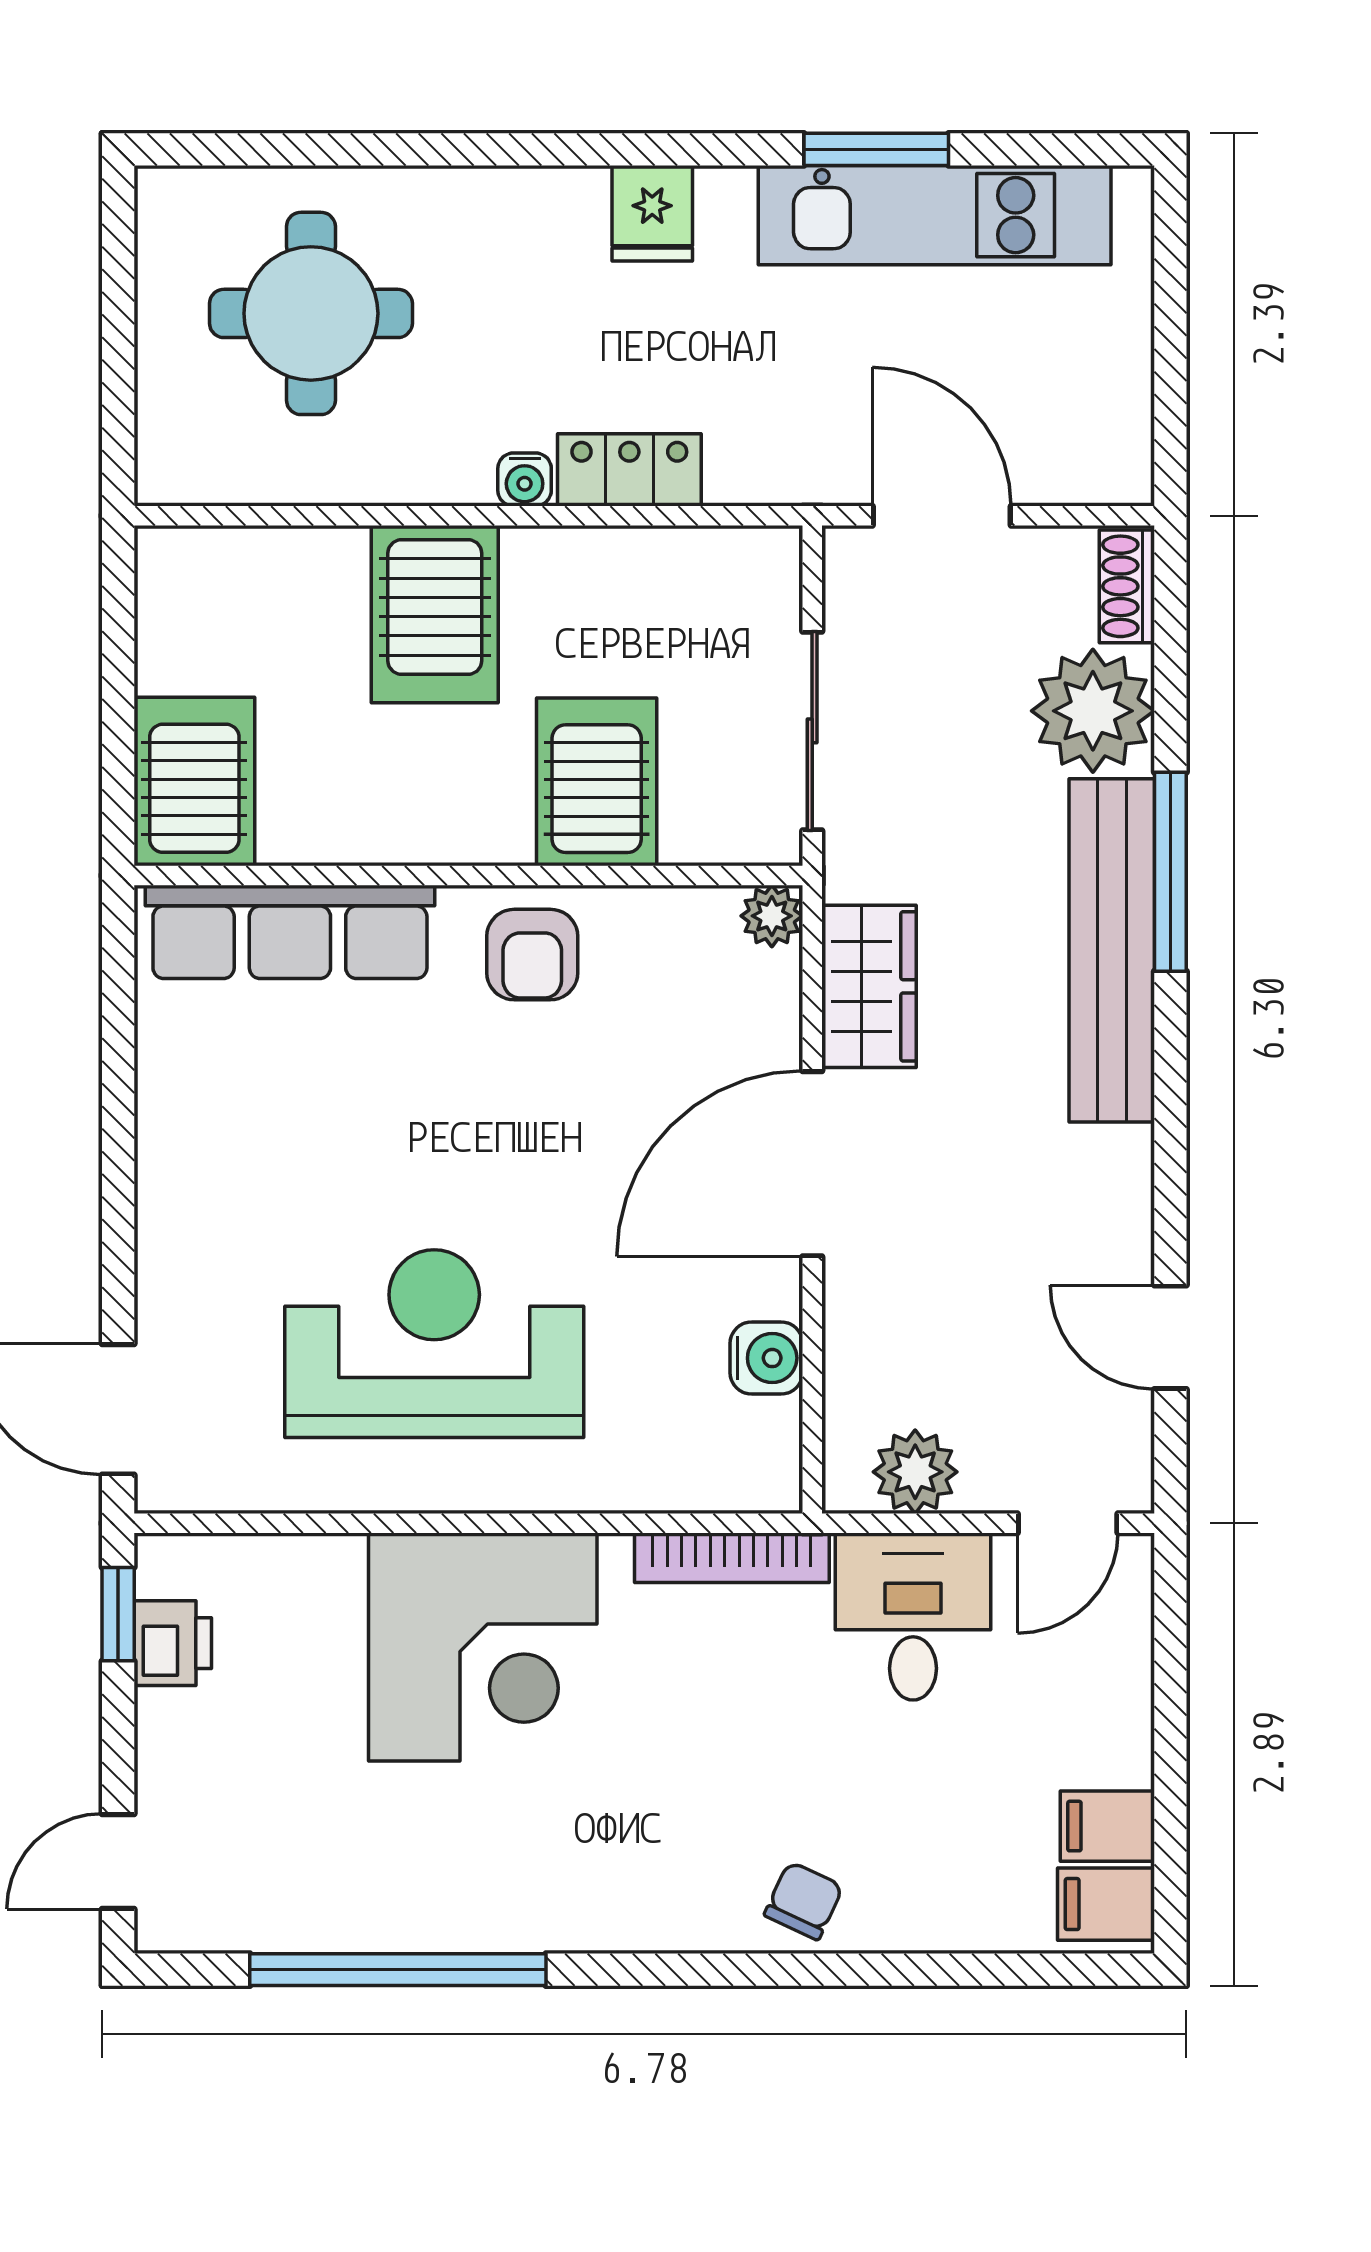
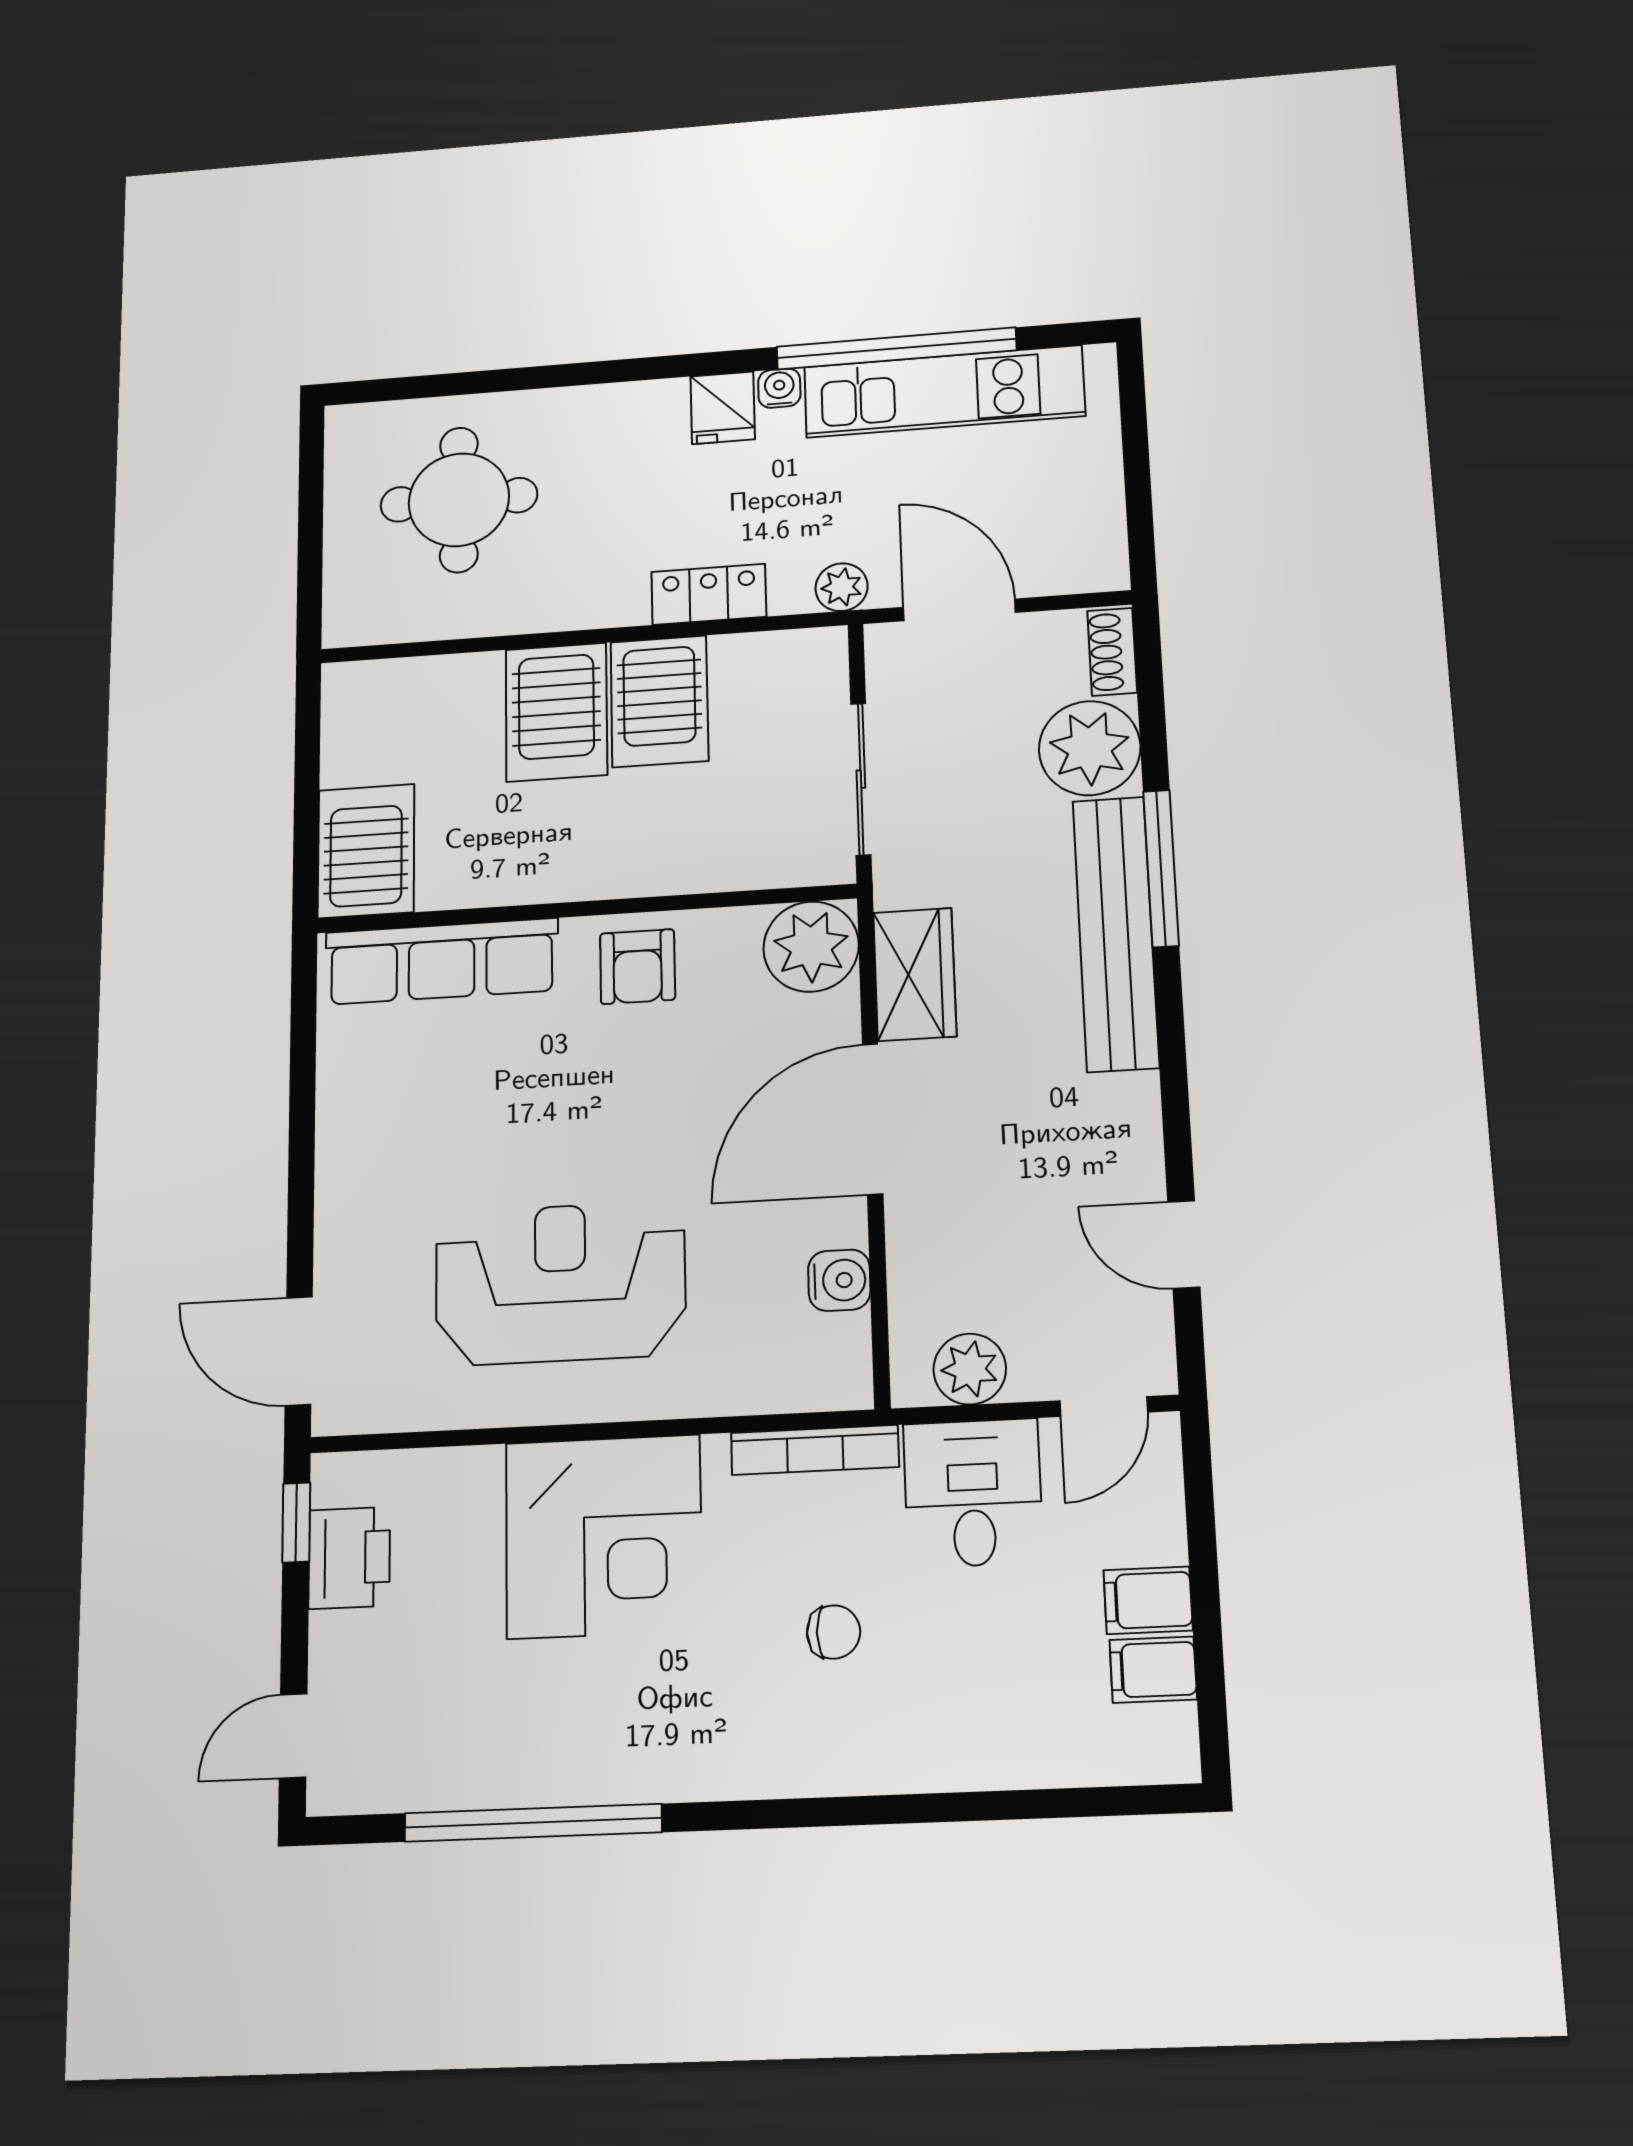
window: (876, 149) -> (896, 349), width x2.11
plant: (796, 474) -> (841, 587), added
water cooler: (525, 479) -> (779, 388), moved, turned 180
server rack: (597, 782) -> (659, 701), moved, turned 180
plant: (772, 916) -> (811, 947), width x1.88, depth x1.88
printer: (173, 1643) -> (349, 1558), width x1.36, depth x1.24
chair: (804, 1901) -> (834, 1632), moved, turned 65
filing cabinet: (1106, 1904) -> (1148, 1600), moved

